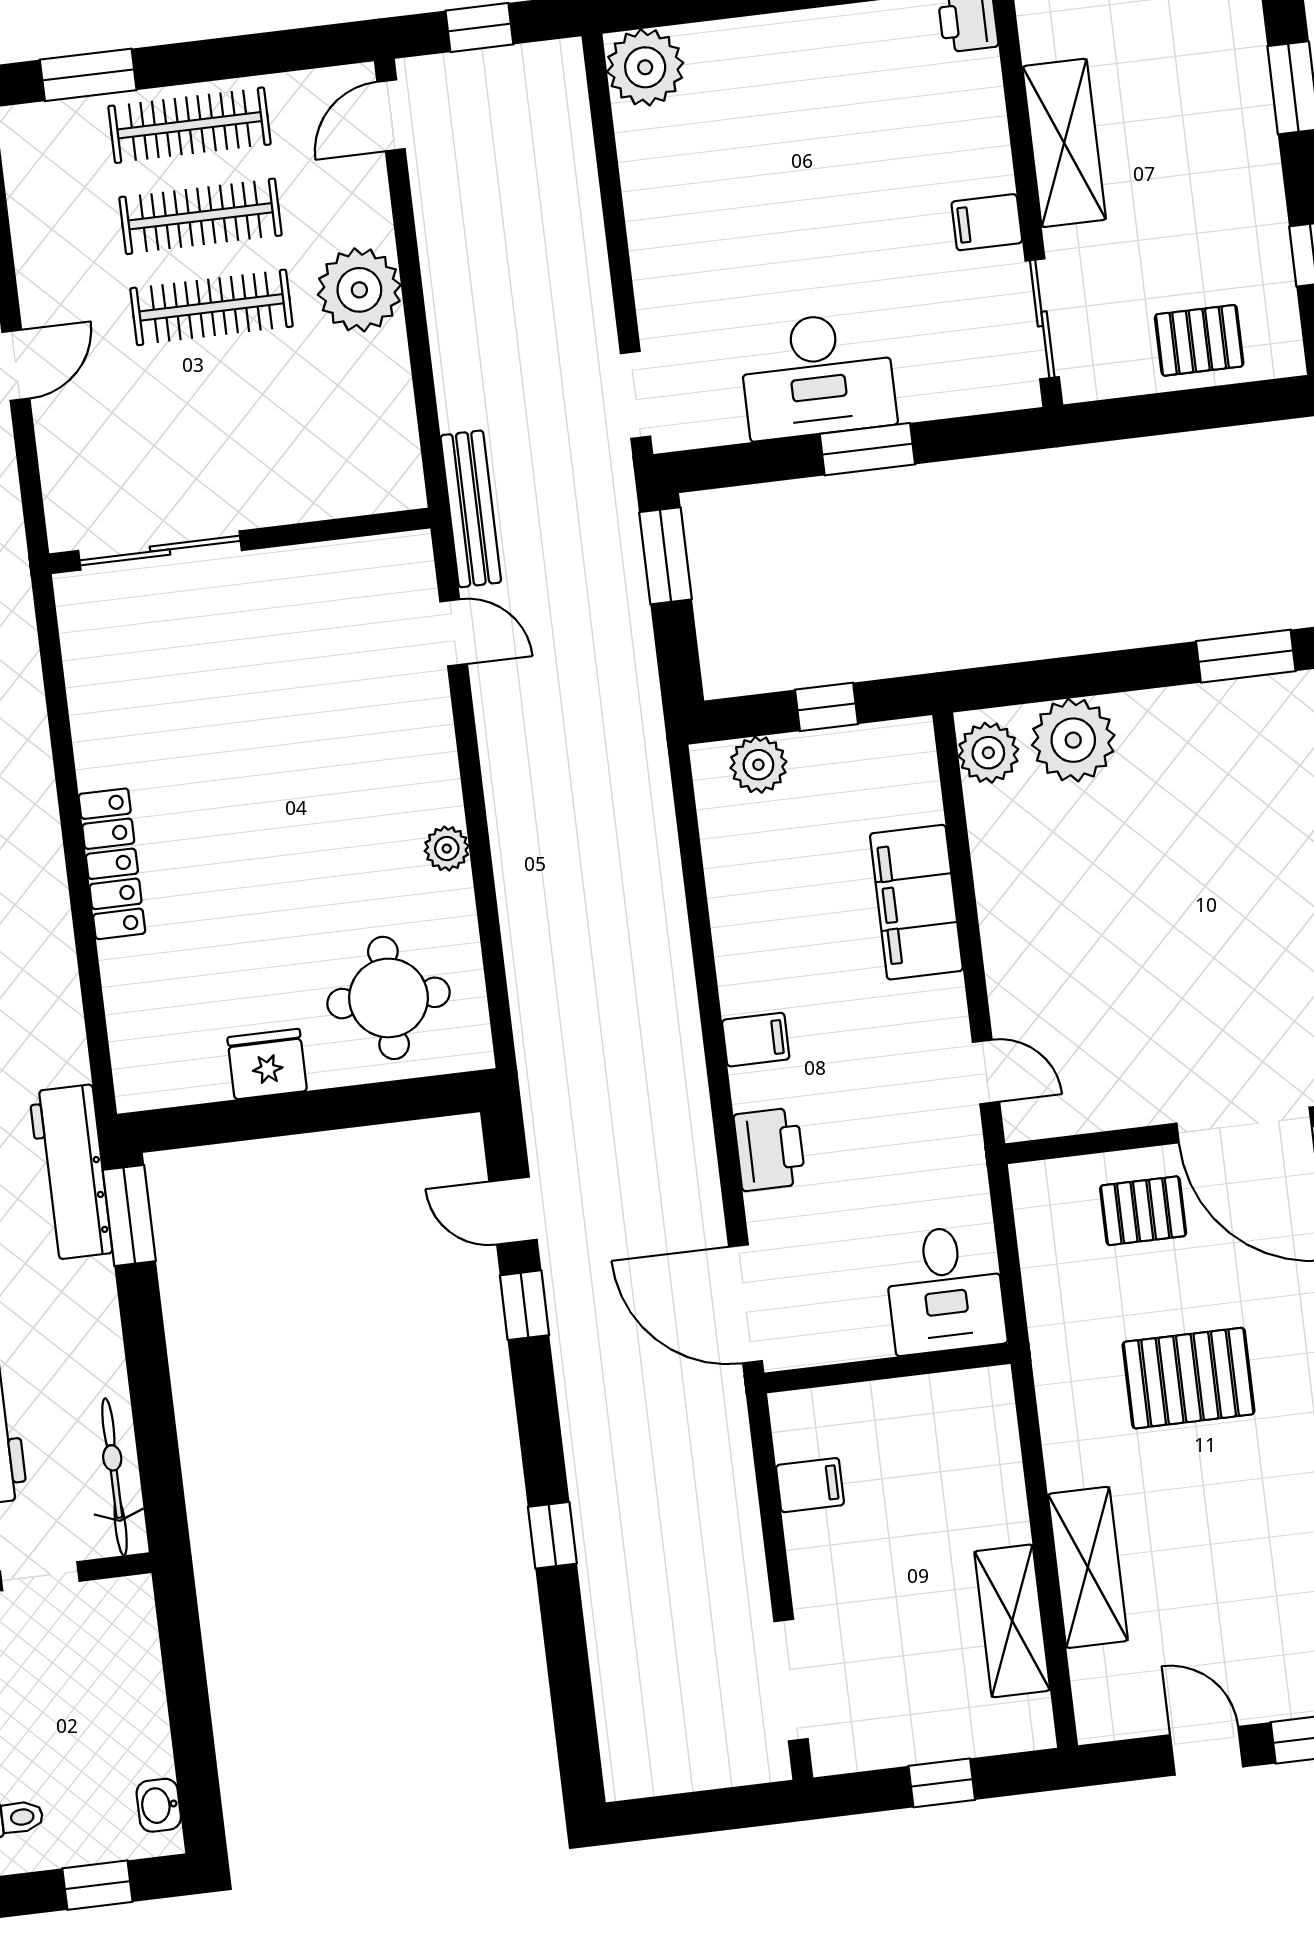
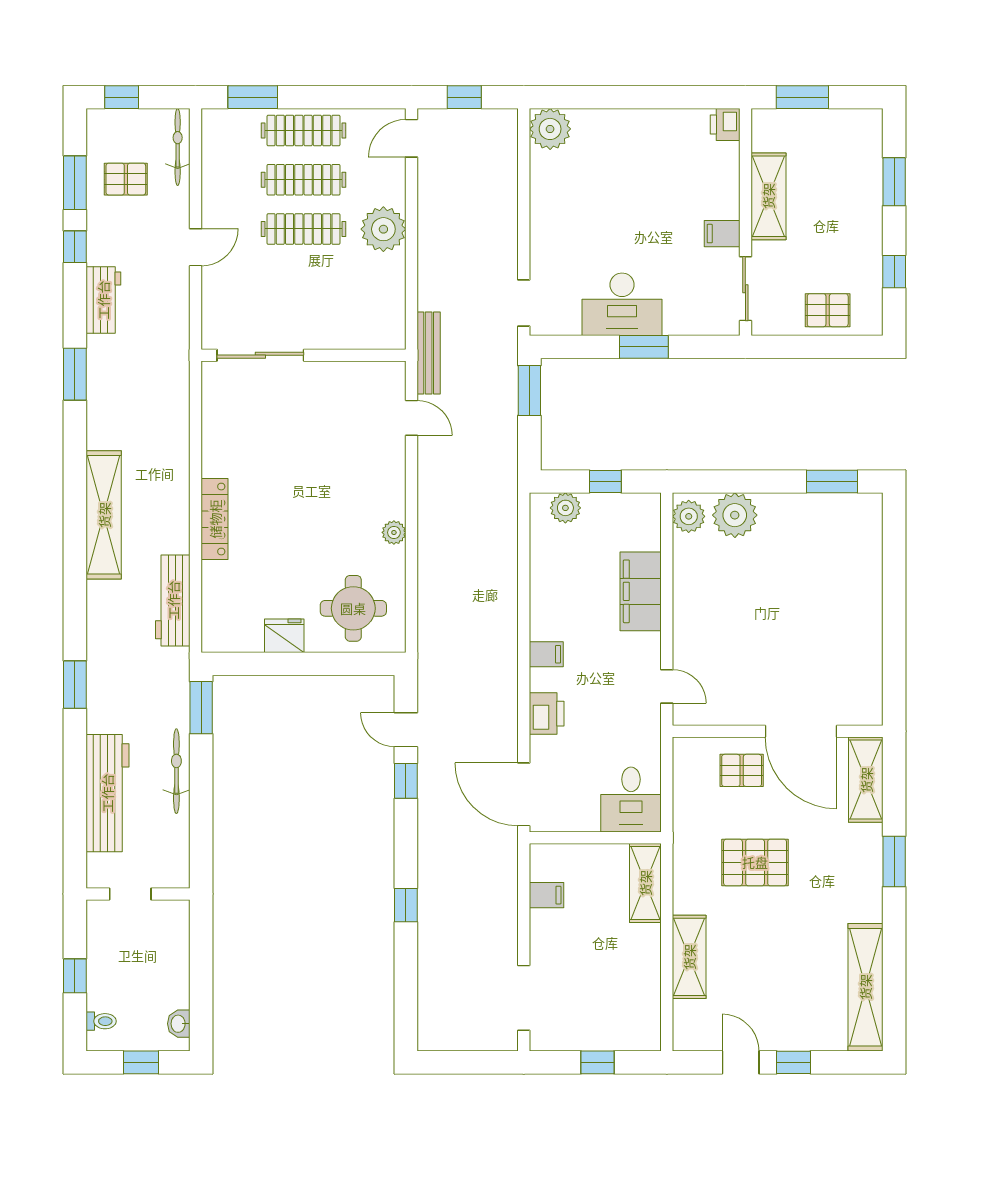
workbench: (71, 1172) -> (173, 600), moved
bicycle: (115, 1477) -> (176, 771), moved
shelving: (1012, 1621) -> (645, 883), moved

